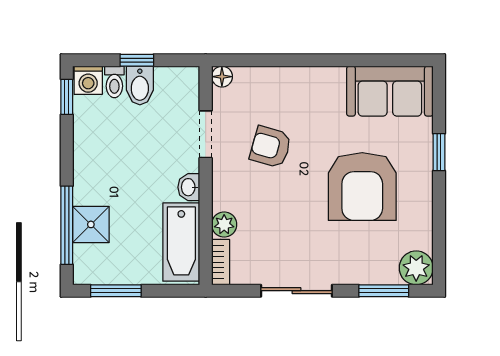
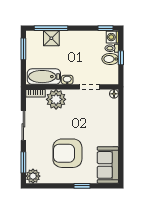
armchair: (271, 147) -> (84, 114), removed
plant: (224, 225) -> (56, 99), width x1.87, depth x1.87

